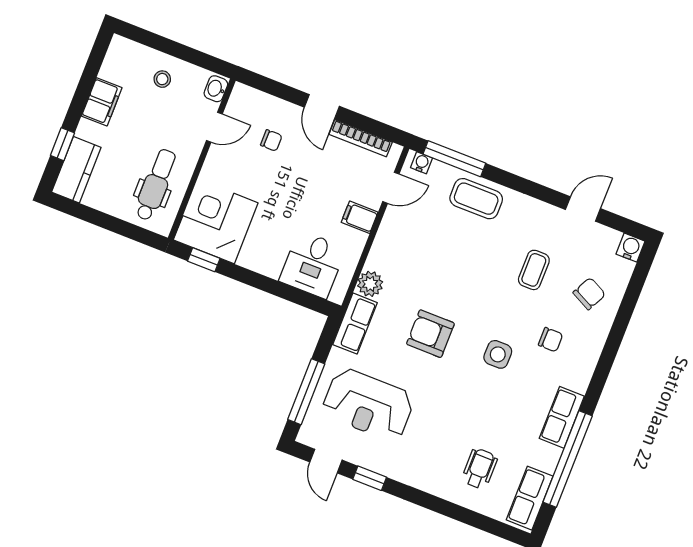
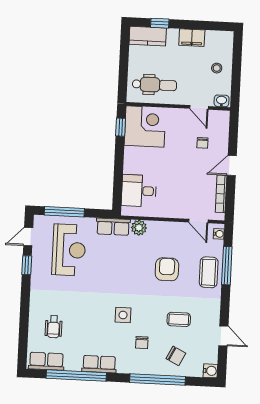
window: (454, 159) -> (227, 266), moved
filing cabinet: (360, 217) -> (175, 209), removed
armchair: (430, 334) -> (167, 269), moved
window: (616, 335) -> (157, 380), added
reception desk: (368, 405) -> (69, 250), turned 180
wheelchair: (479, 469) -> (54, 327), turned 90

